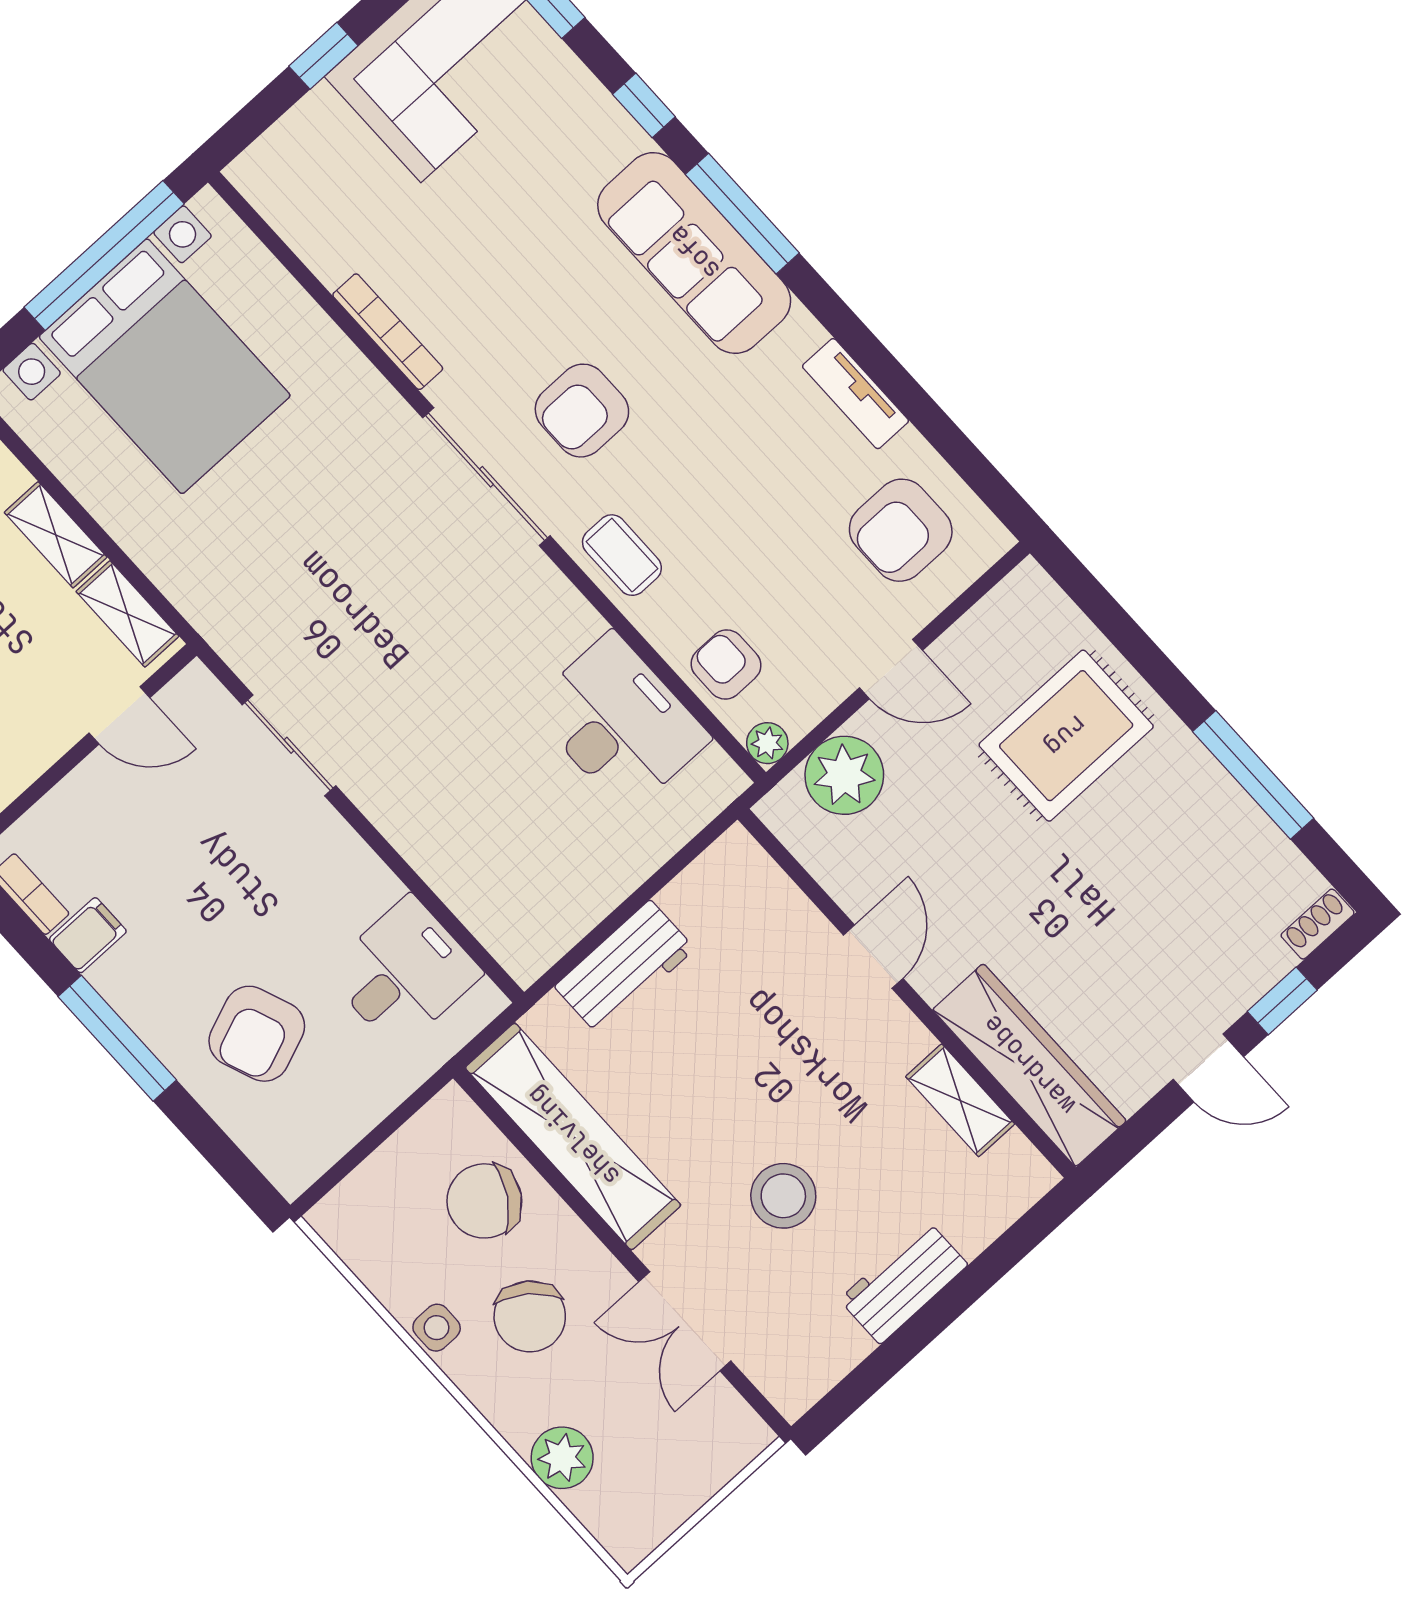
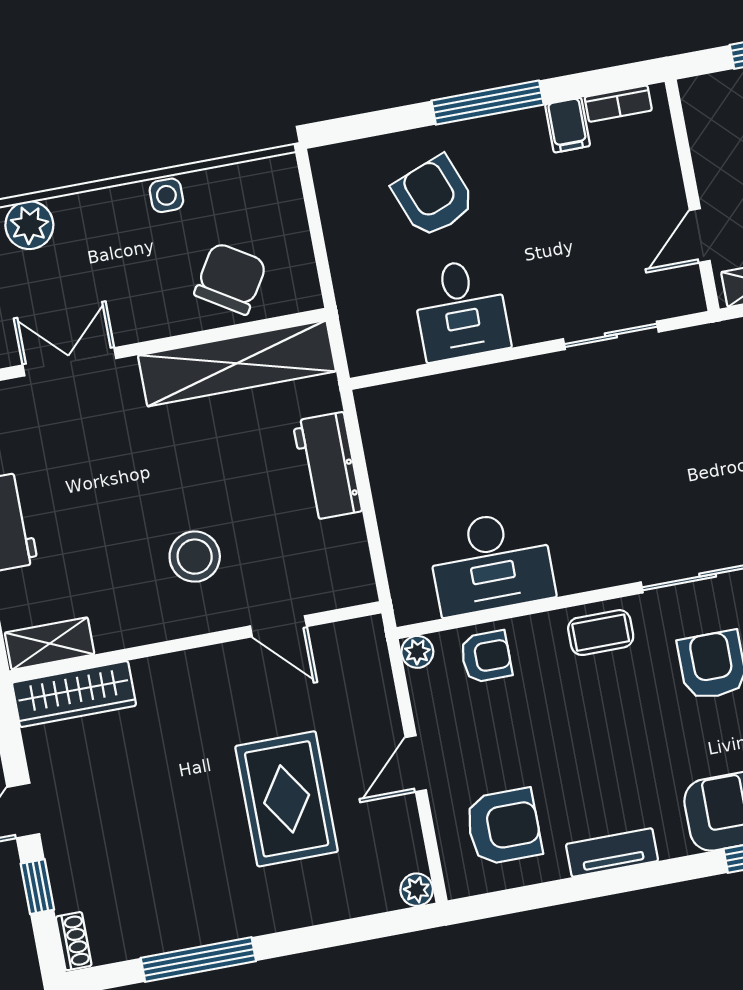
armchair: (901, 530) -> (504, 827), turned 90
rug: (1066, 736) -> (287, 799), moved
plant: (844, 775) -> (417, 890), moved, width x0.53, depth x0.53
door: (873, 957) -> (278, 626), moved
desk: (404, 973) -> (461, 309), moved
wardrobe: (1029, 1065) -> (74, 694), width x0.71, depth x0.85
shelving: (960, 1100) -> (50, 644), moved
stool: (783, 1196) -> (195, 557), moved
chair: (530, 1316) -> (136, 261), removed

